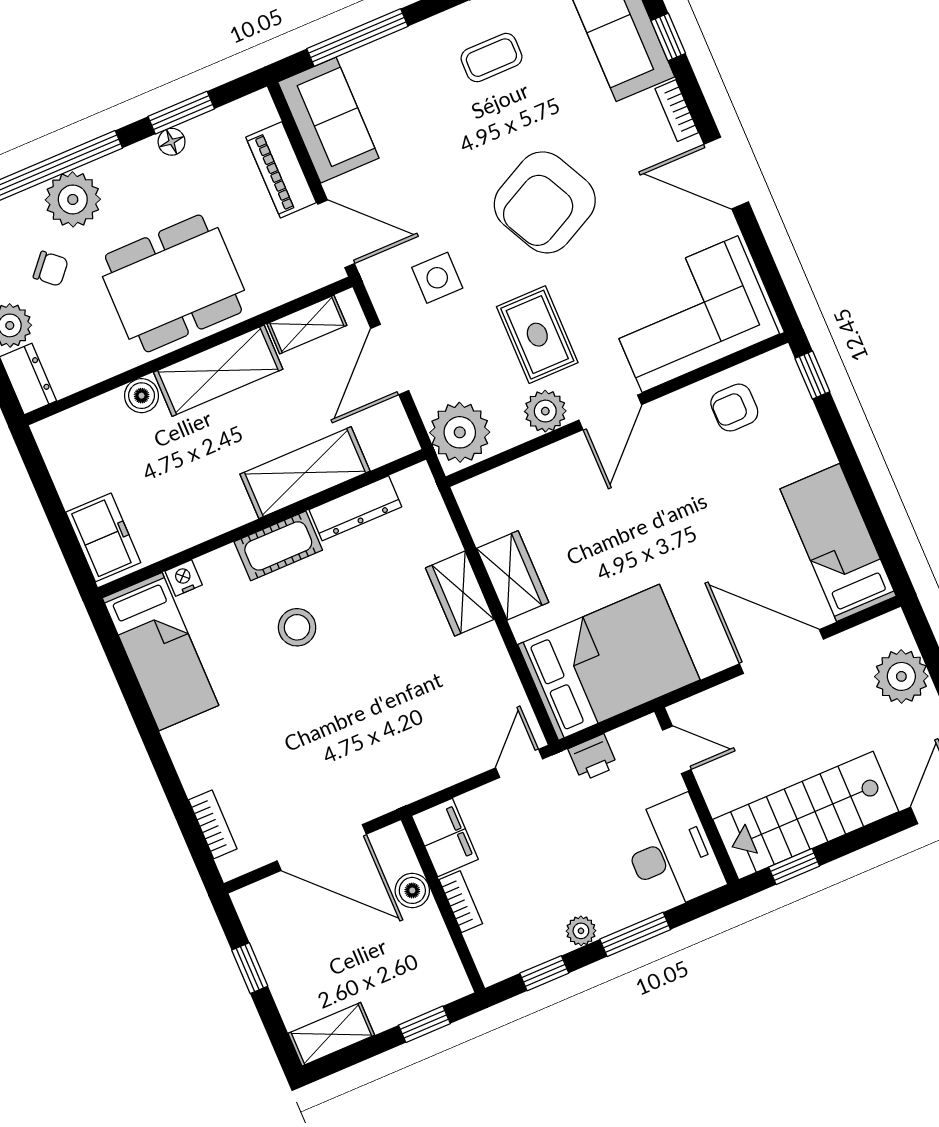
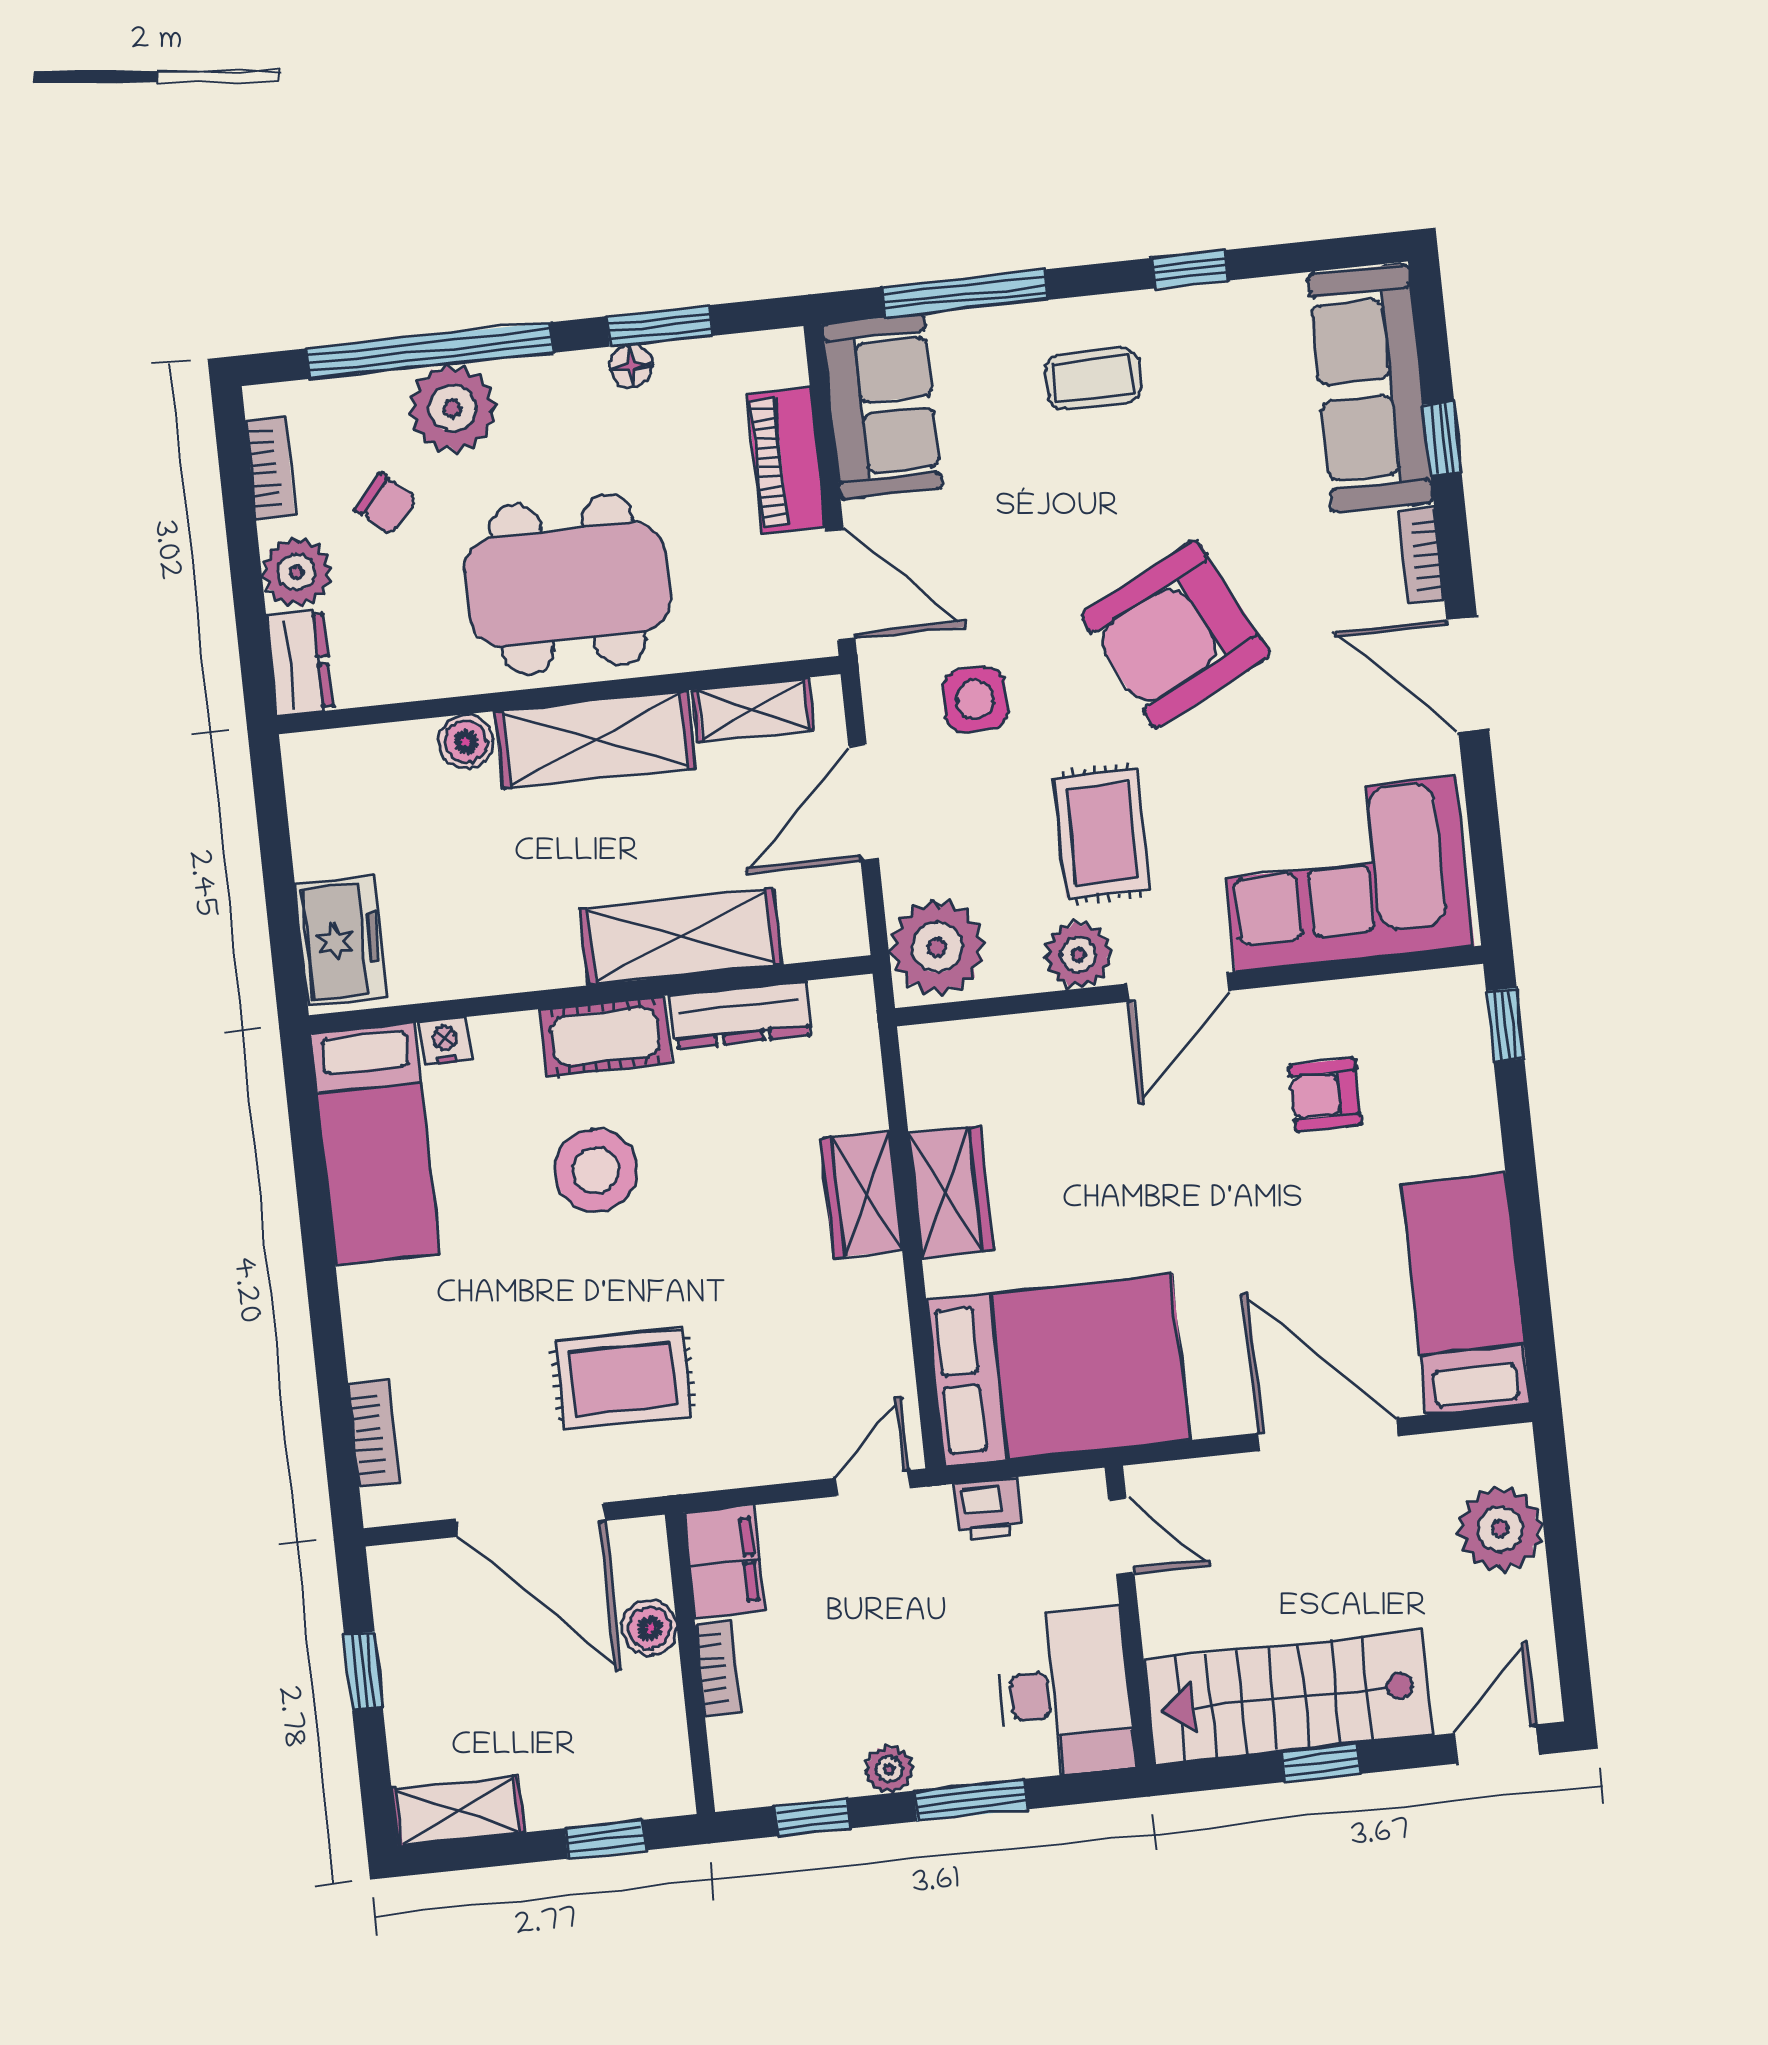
coffee table: (491, 58) -> (1093, 379), moved
armchair: (734, 408) -> (1325, 1095), moved
stool: (297, 627) -> (596, 1170), width x1.38, depth x1.38
rug: (351, 747) -> (623, 1379), added
window: (794, 867) -> (1321, 1763), moved

